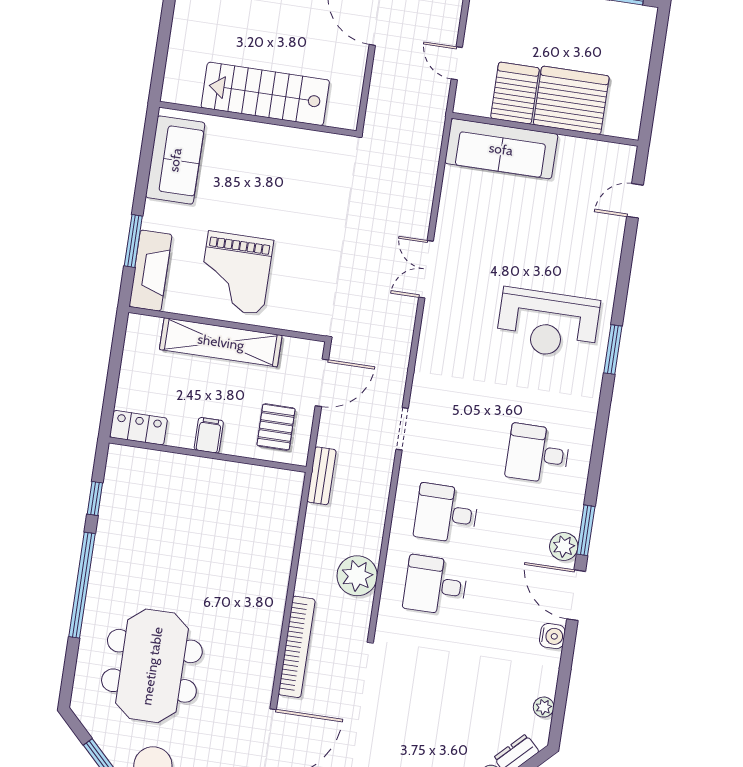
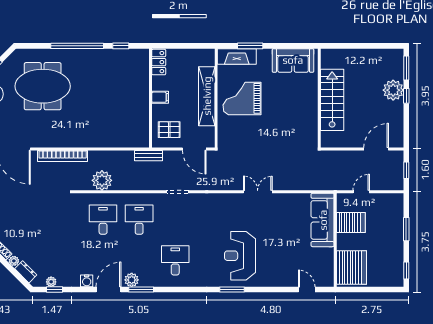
server rack: (571, 100) -> (351, 267), moved
window: (560, 703) -> (55, 290), added

